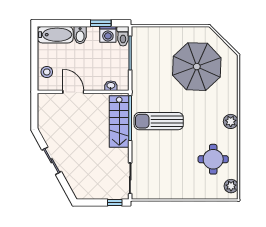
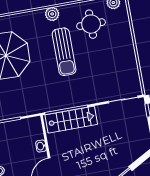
washbasin: (111, 86) -> (41, 146), moved
sun lounger: (159, 121) -> (64, 52), moved

